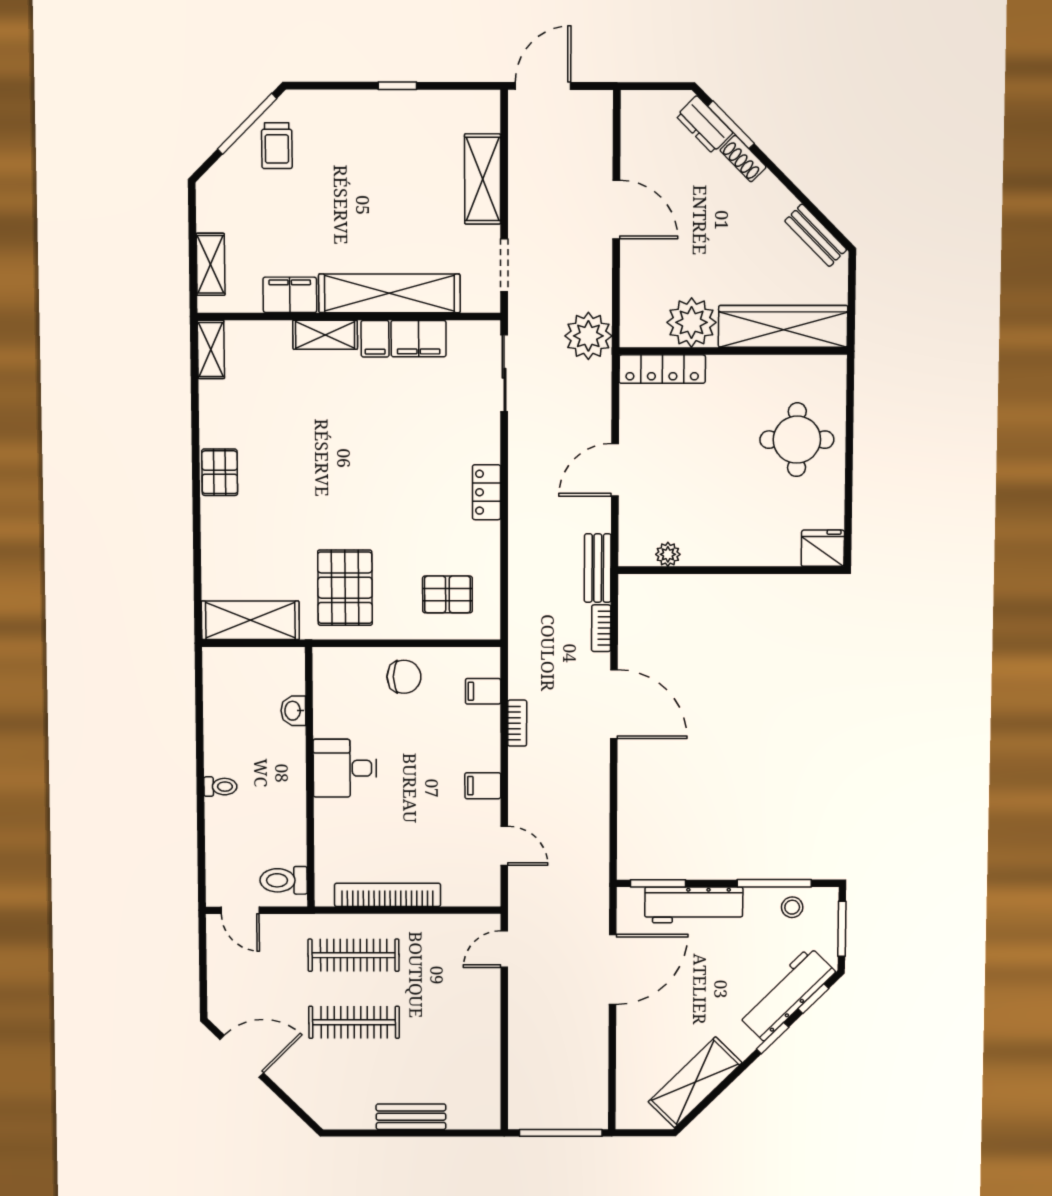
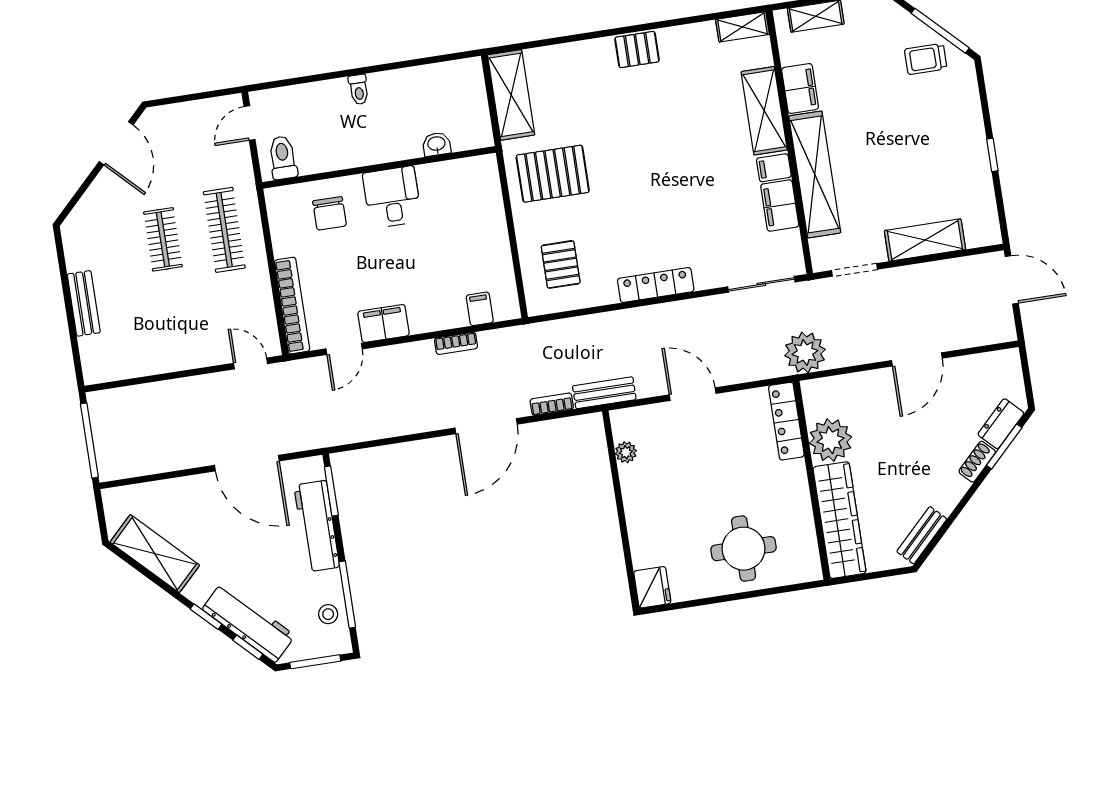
shelving: (325, 335) -> (764, 111), width x1.50, depth x1.33
locker: (487, 492) -> (656, 285), width x1.53
chair: (404, 677) -> (330, 213), moved
filing cabinet: (483, 786) -> (384, 323), width x2.00
bookcase: (388, 895) -> (292, 306), moved
clothes rail: (354, 1022) -> (163, 239), width x0.73

